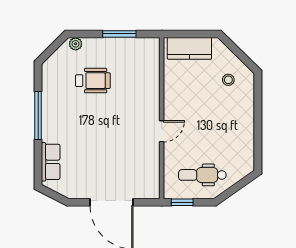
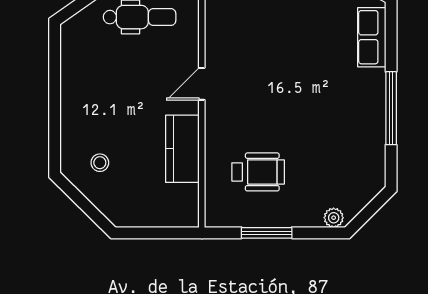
kitchen counter: (189, 48) -> (182, 149), moved, turned -90
wheelchair: (93, 81) -> (258, 172), moved, turned 180

